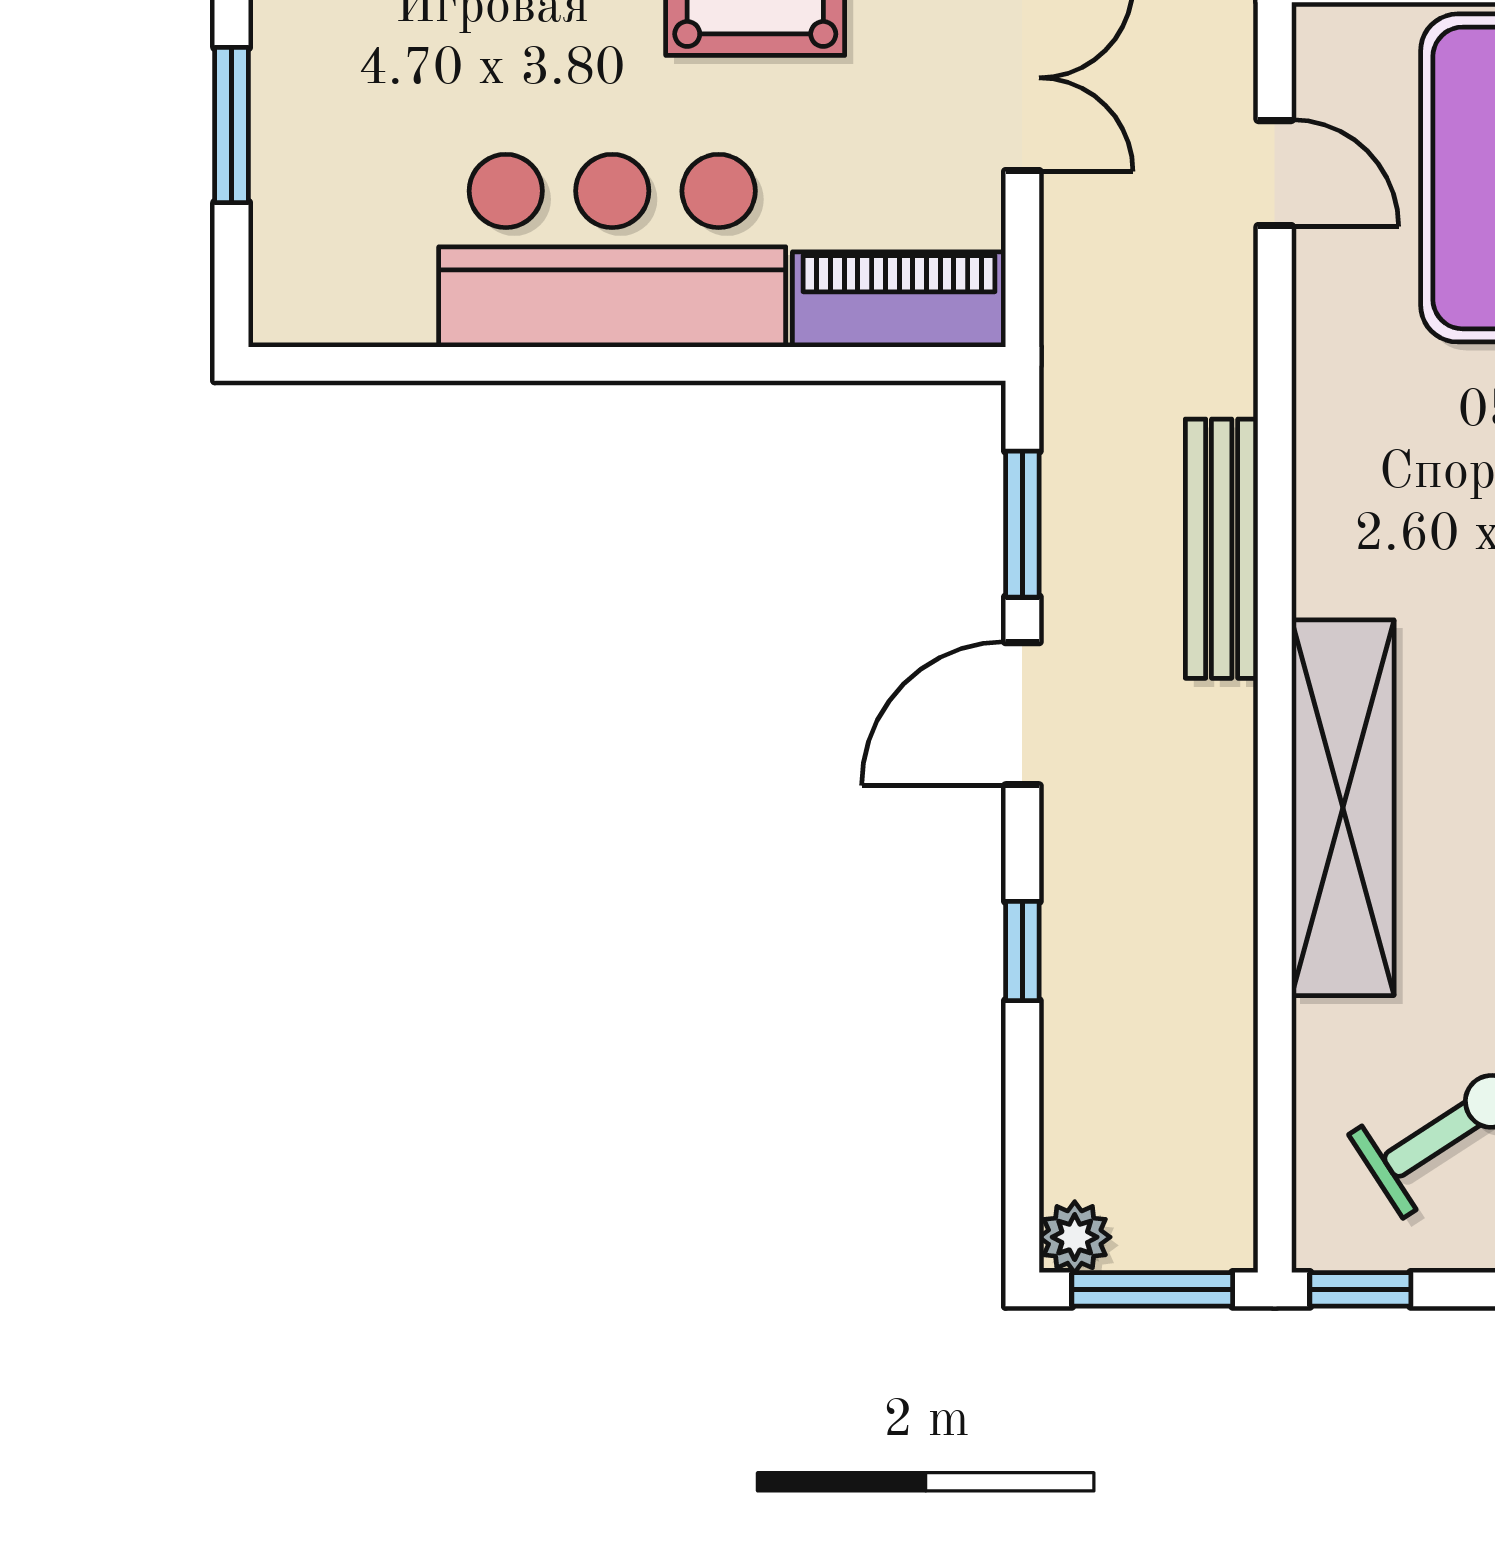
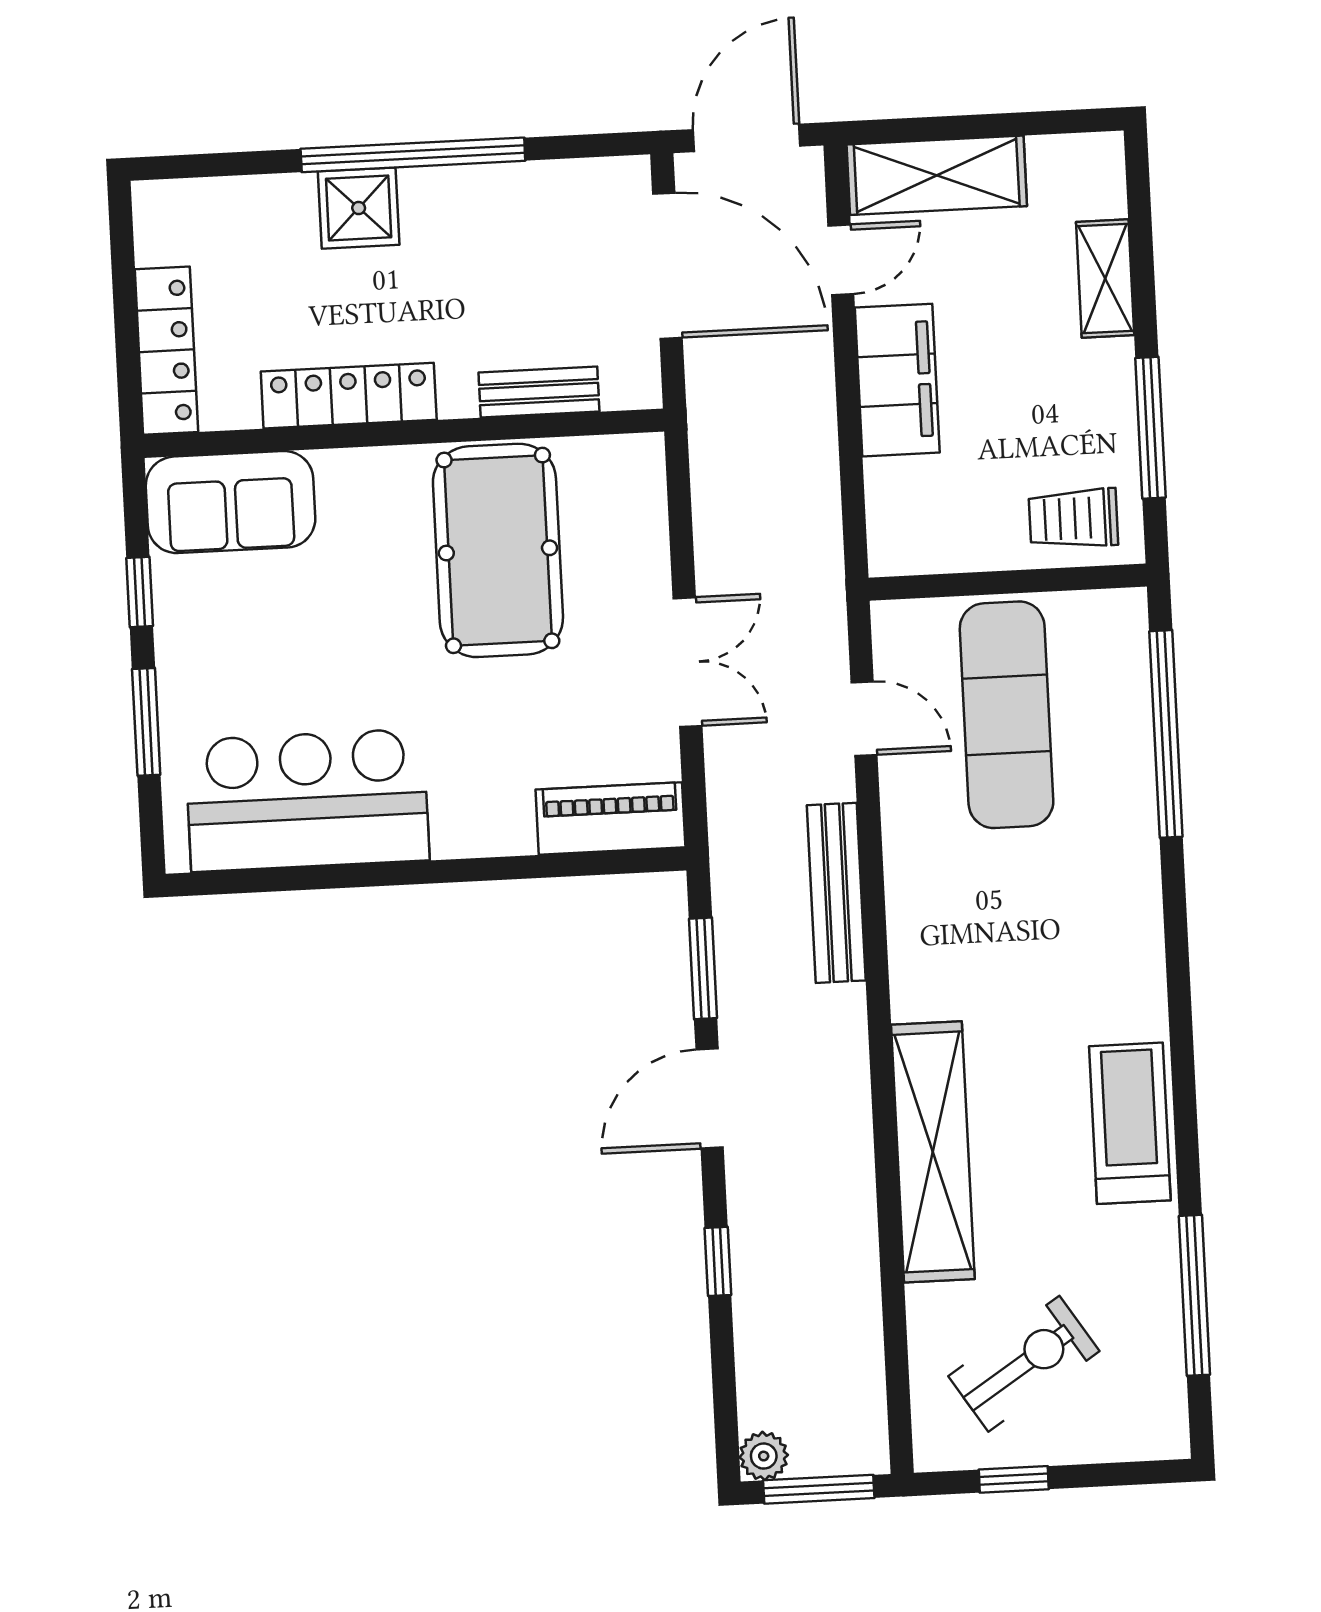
bar counter: (612, 251) -> (307, 800), moved
bench: (1222, 549) -> (836, 893), moved
window: (1360, 1289) -> (1014, 1479), moved

